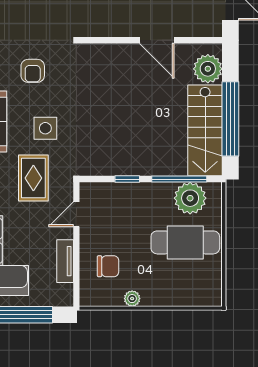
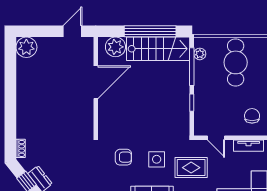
door: (157, 40) -> (96, 82), width x1.36
armchair: (33, 71) -> (123, 157), moved
plant: (190, 198) -> (200, 54), width x0.53, depth x0.53

